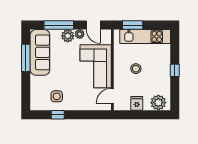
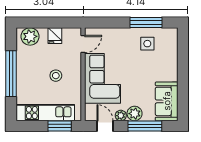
sofa: (40, 52) -> (167, 101), width x0.73
window: (26, 58) -> (183, 88), removed
window: (175, 70) -> (11, 74), width x3.17
window: (58, 115) -> (146, 23), width x2.17

